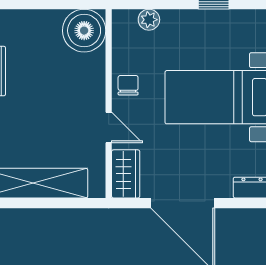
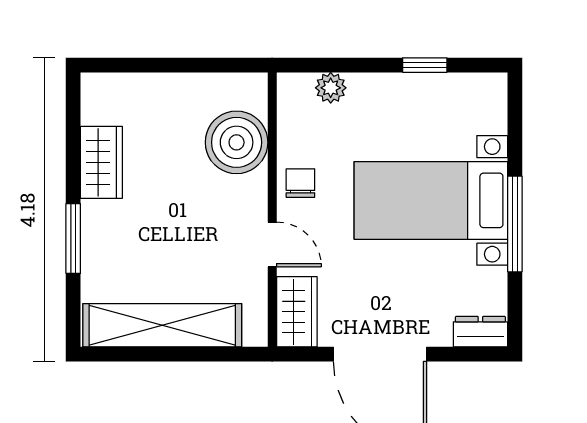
boiler: (84, 31) -> (237, 142), moved

